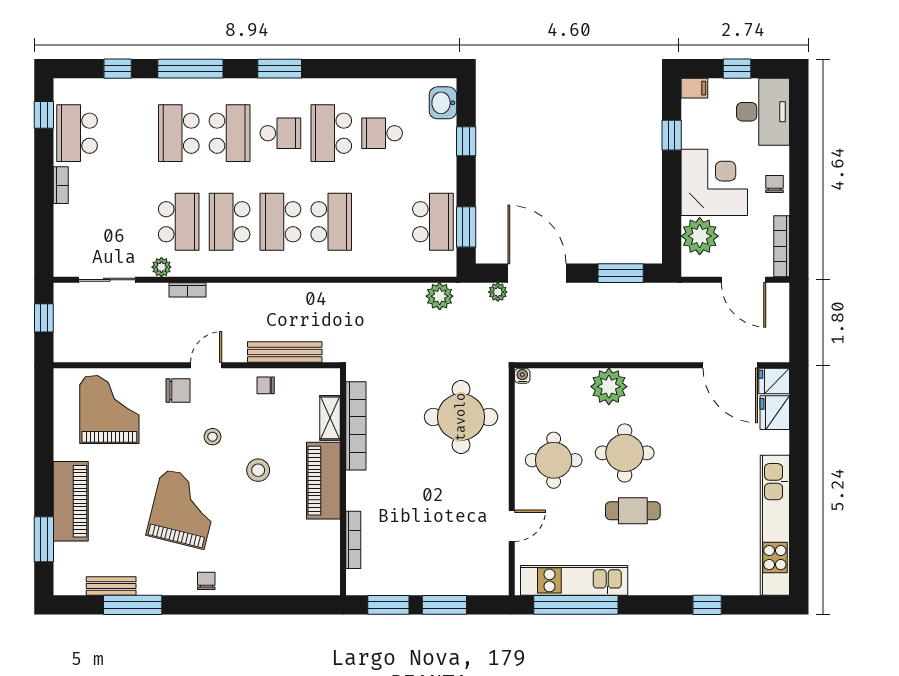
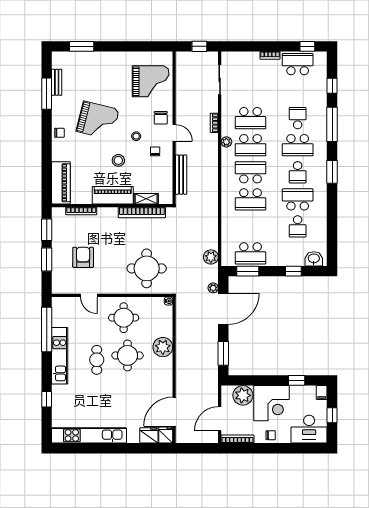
school desk: (179, 133) -> (298, 118), width x0.54
school desk: (382, 133) -> (298, 226), turned 180
school desk: (230, 222) -> (251, 145), turned 180
plant: (161, 267) -> (226, 142), moved
chair: (266, 385) -> (155, 151), moved
piano: (71, 501) -> (61, 183), moved, turned -90
armchair: (440, 536) -> (83, 257), added
kitchen unit: (574, 580) -> (60, 356), moved

